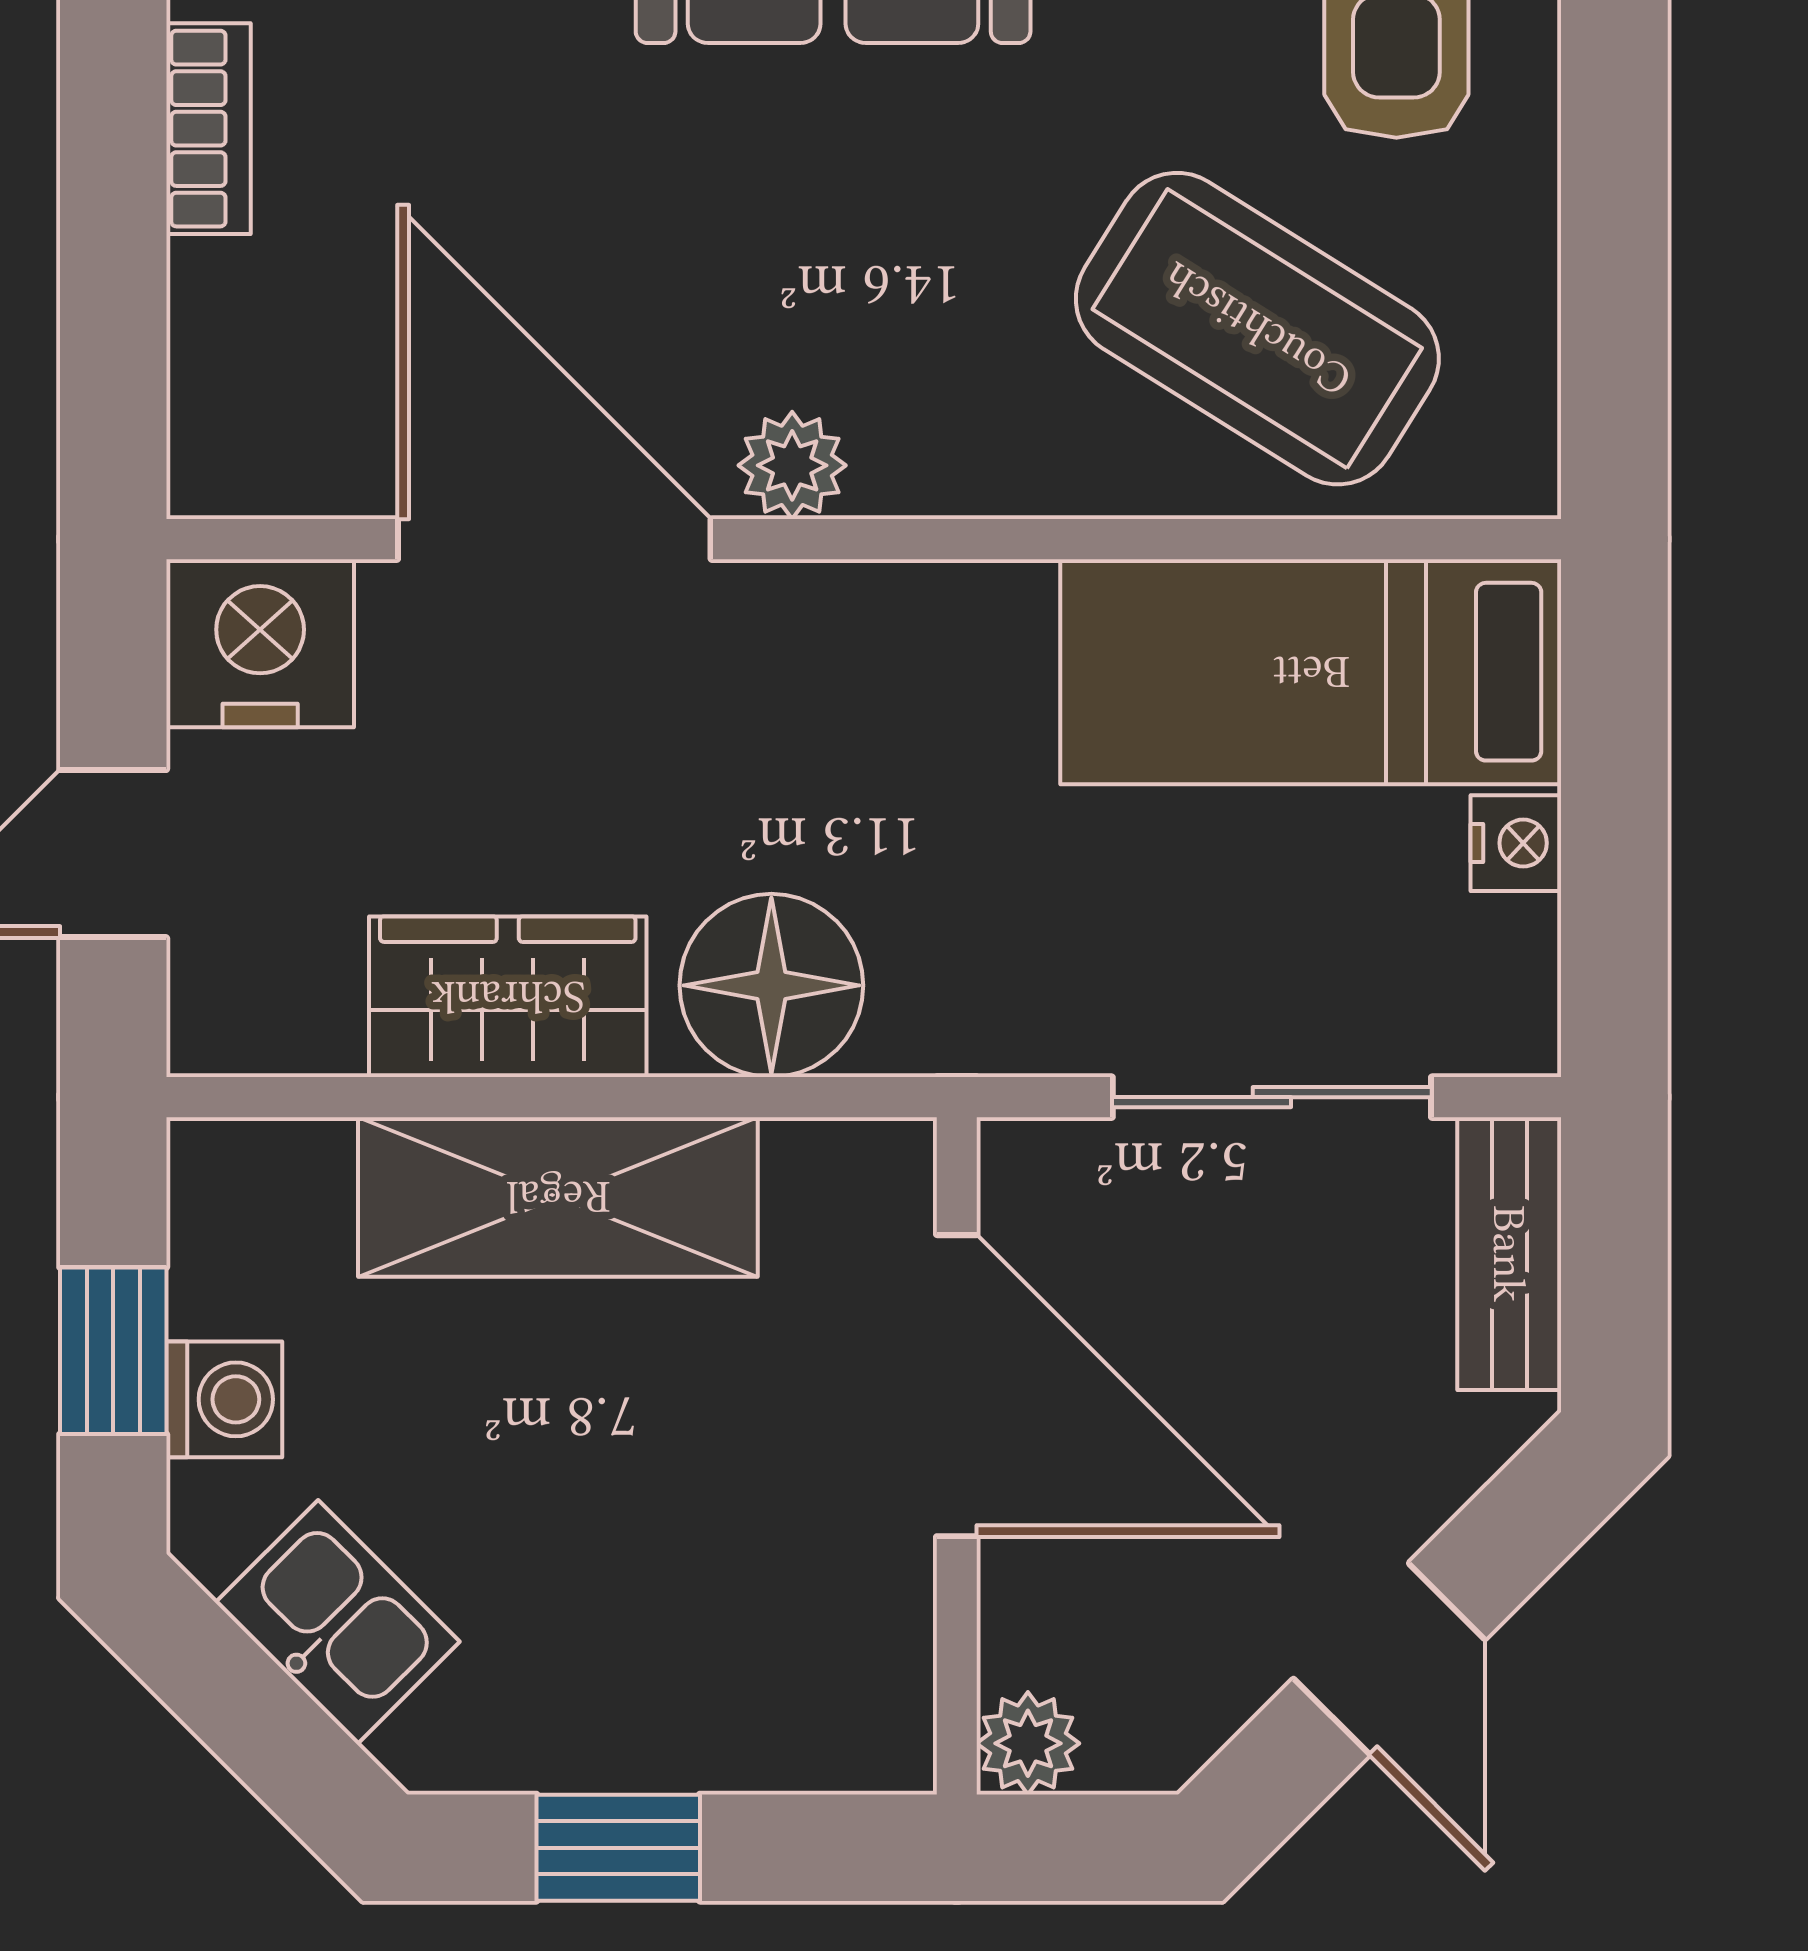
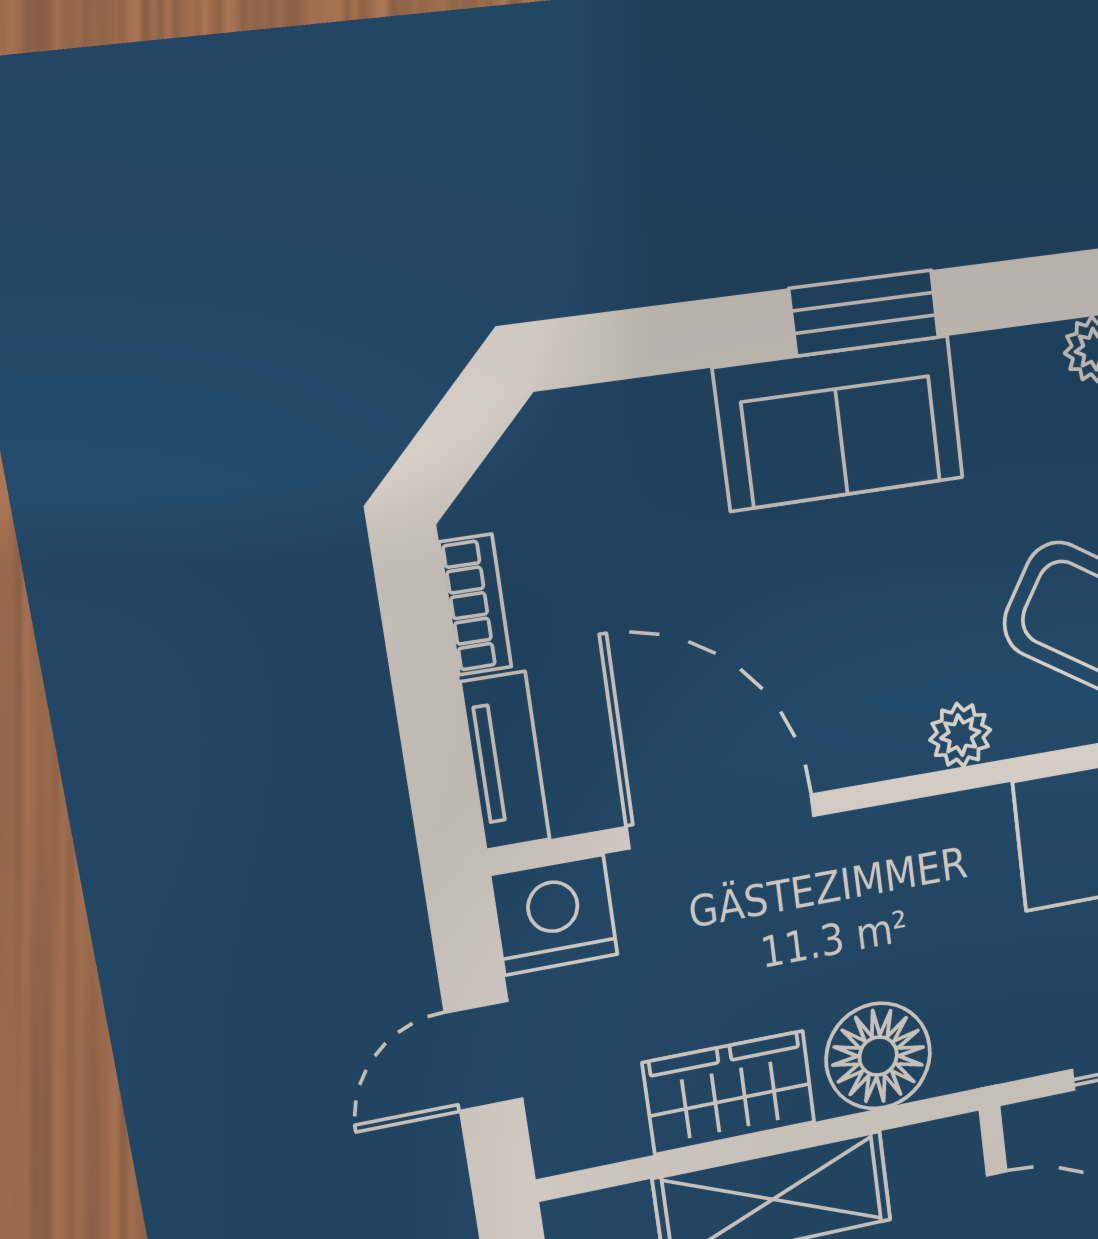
tv unit: (219, 382) -> (505, 761), added
plant: (792, 465) -> (960, 735), moved

